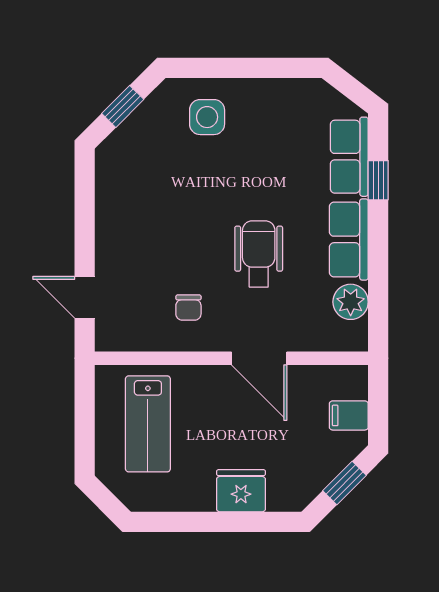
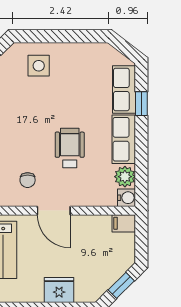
water cooler: (353, 337) -> (127, 198), added
door: (259, 358) -> (54, 211), moved
filing cabinet: (349, 415) -> (124, 223), moved

